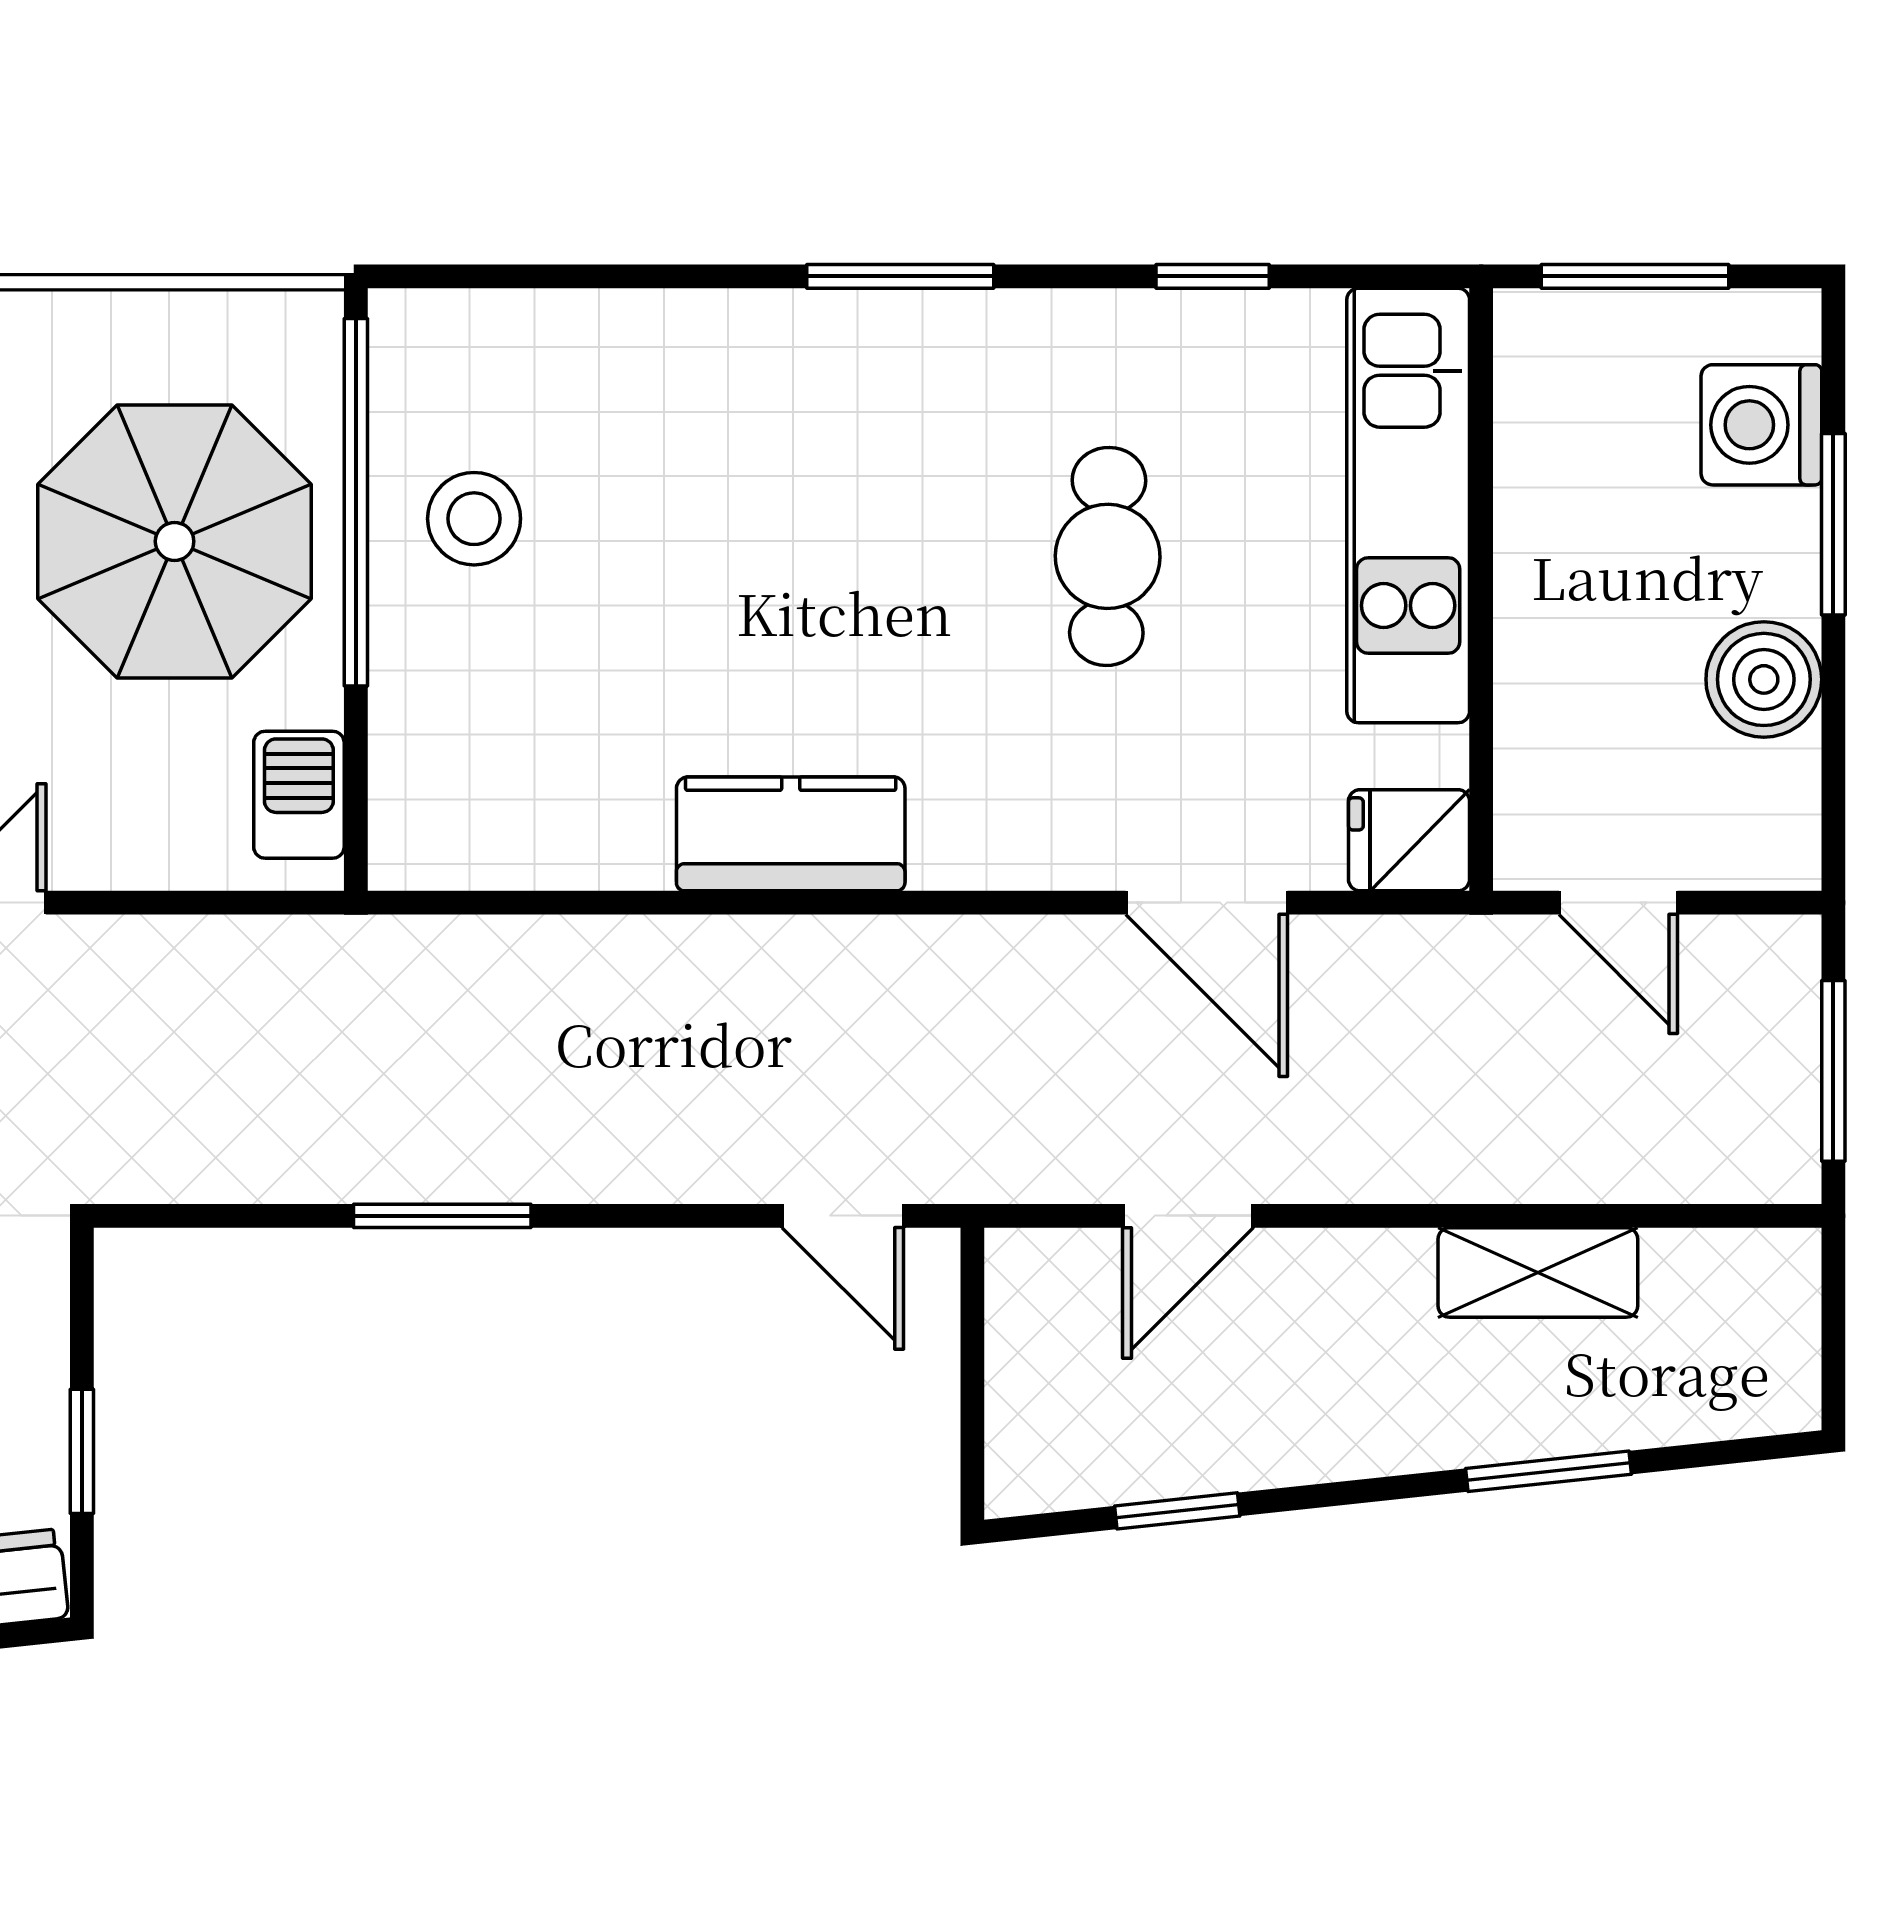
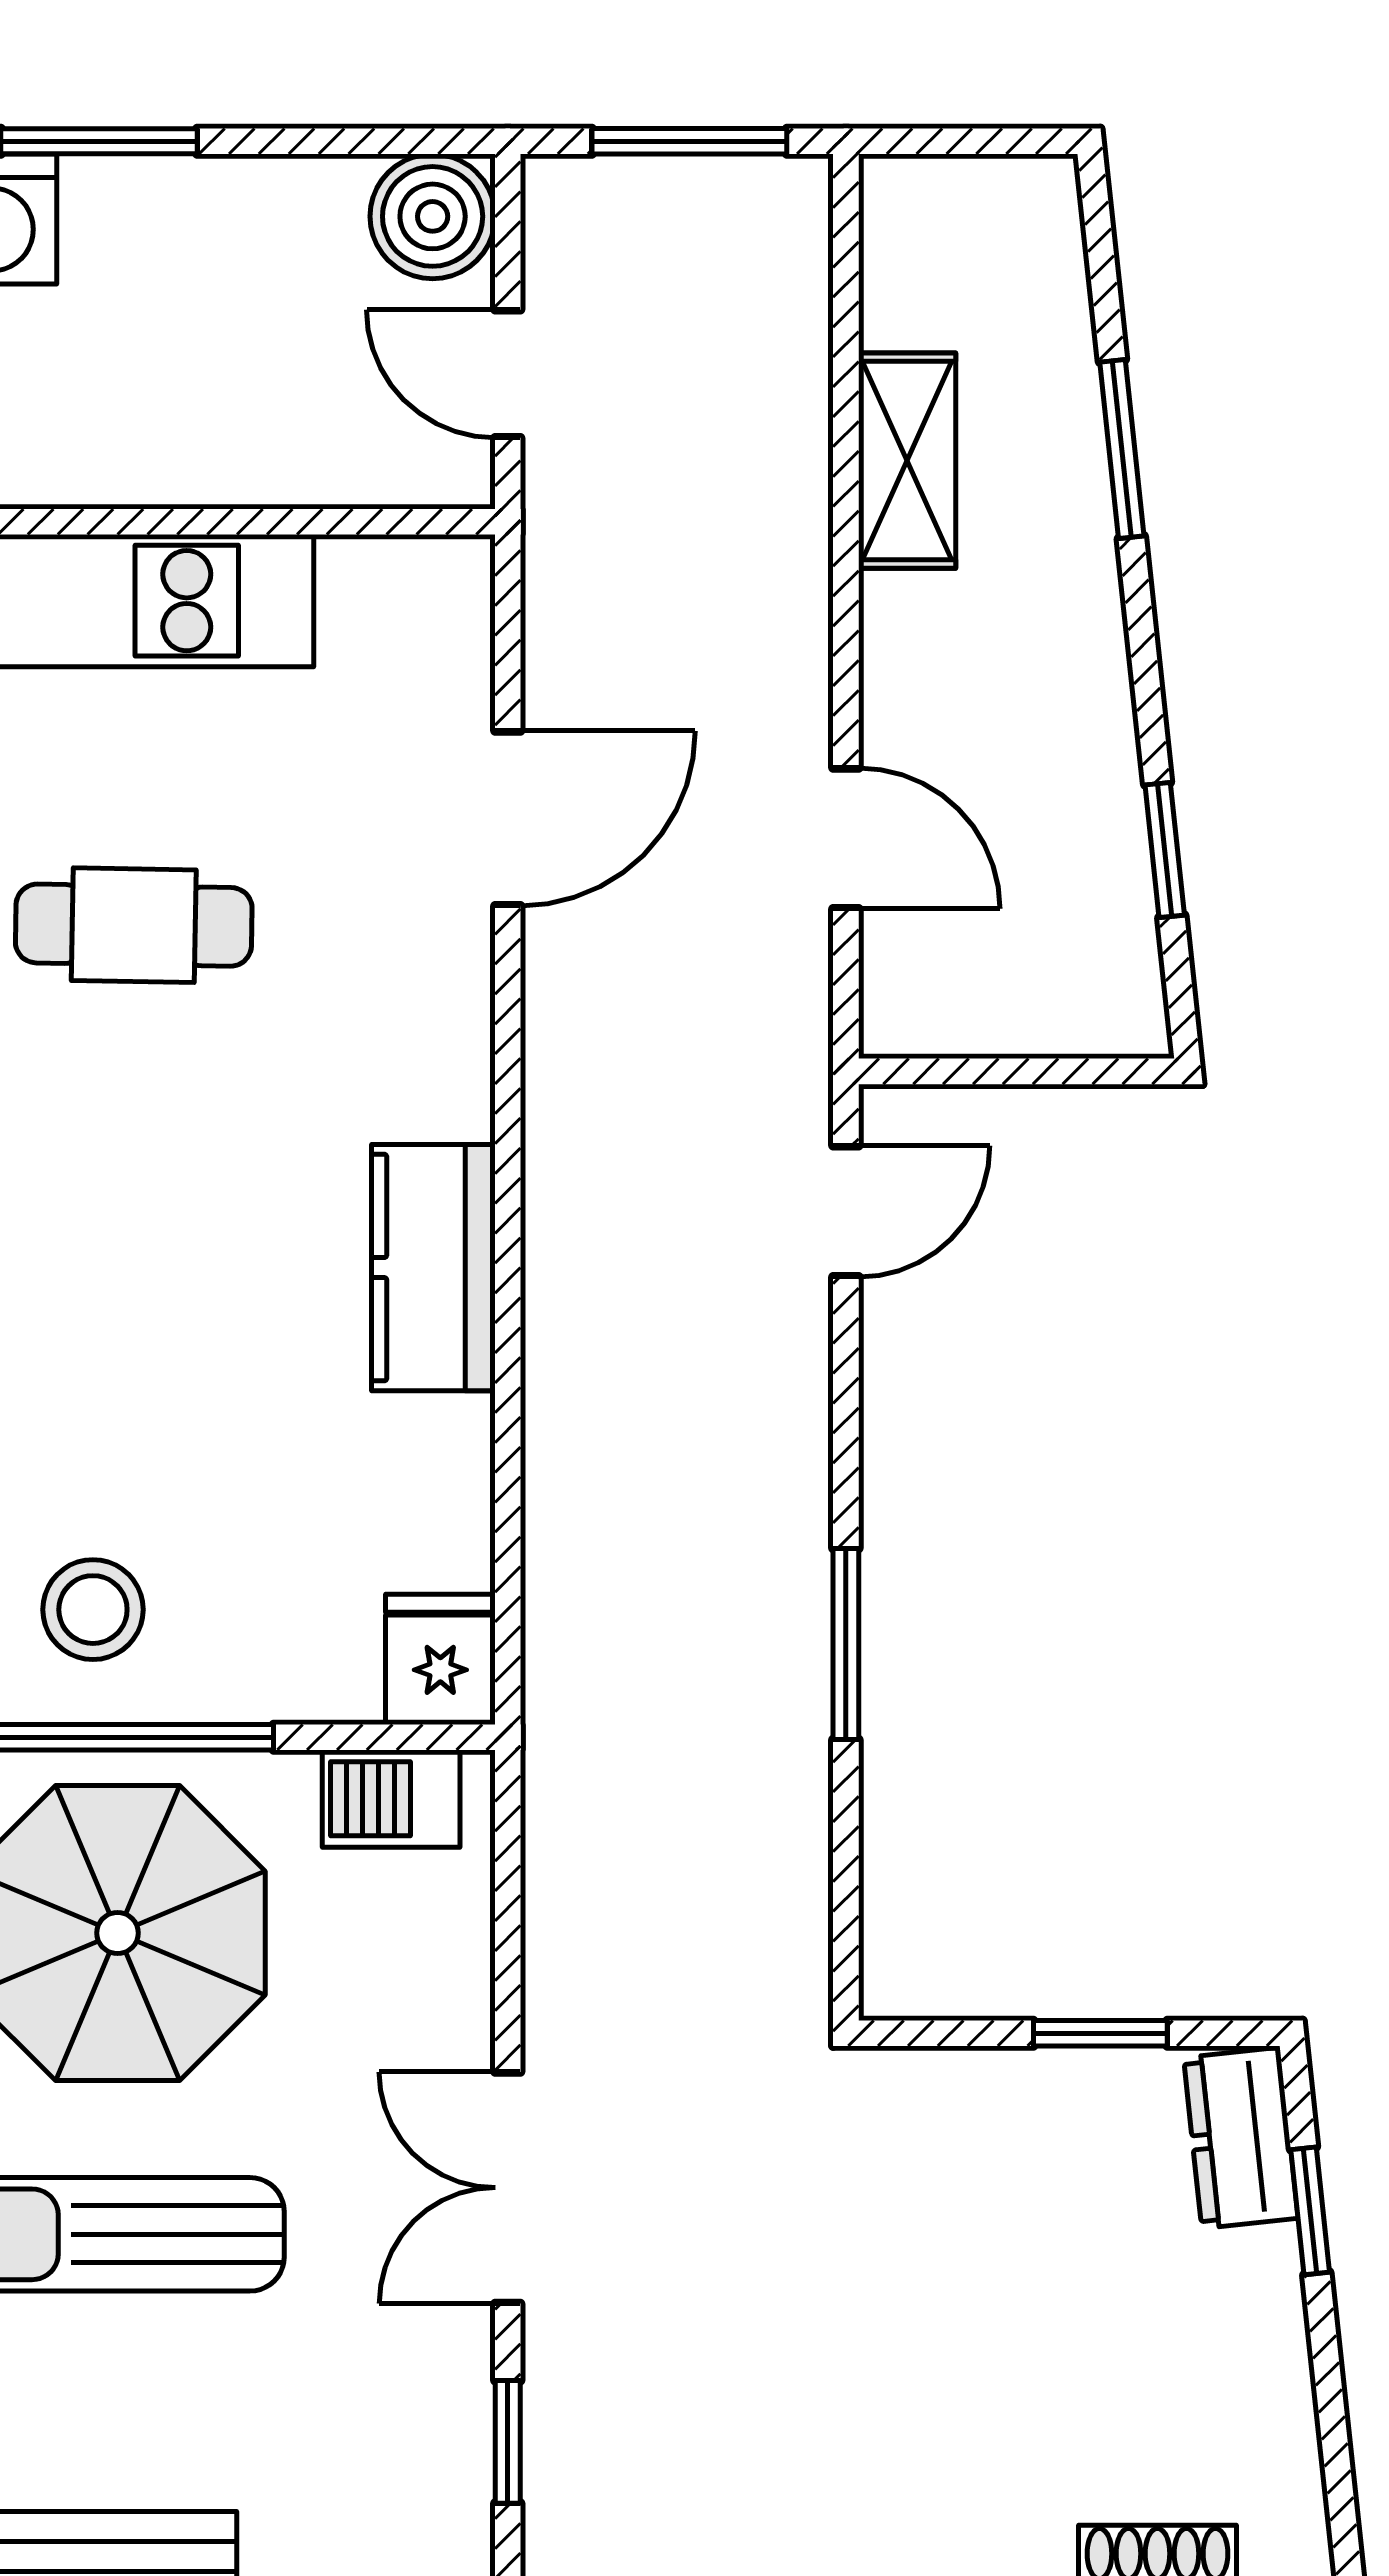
boiler: (1764, 679) -> (433, 216), moved
fridge: (1409, 840) -> (440, 1659), moved, turned 180
door: (1618, 903) -> (508, 374), swing flipped

